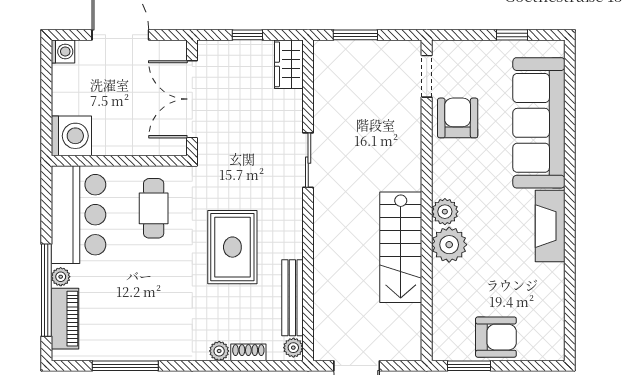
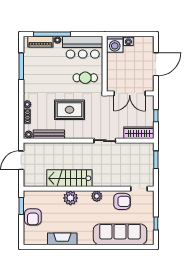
washing machine: (63, 51) -> (128, 41), moved
wardrobe: (289, 64) -> (139, 133), width x1.50
double door: (192, 99) -> (130, 93), swing flipped
plant: (445, 212) -> (97, 196), moved
fireplace: (550, 226) -> (62, 239), moved

